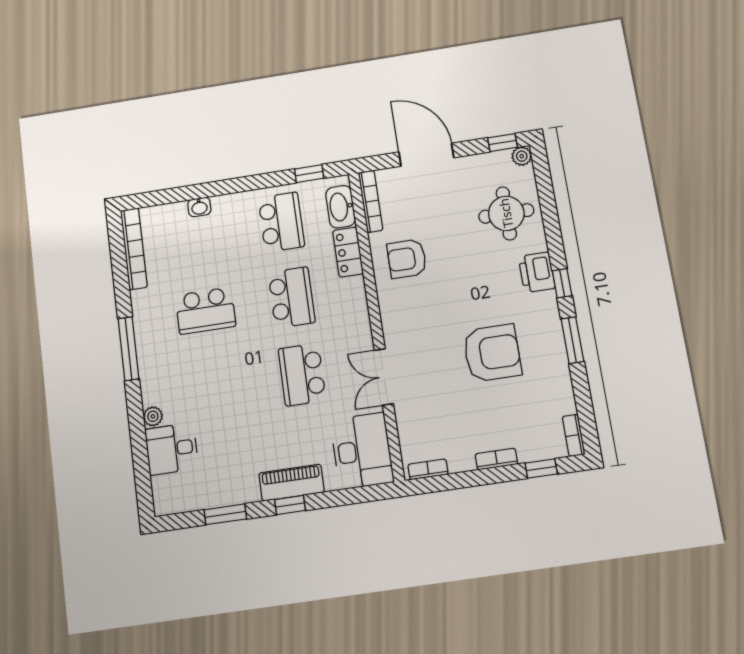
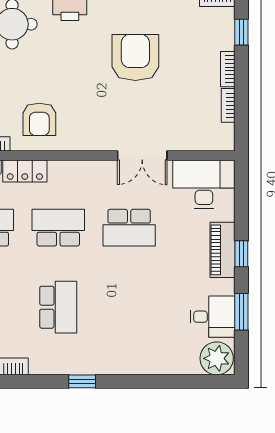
window: (128, 349) -> (82, 381), width x0.46
plant: (153, 416) -> (217, 358), moved, width x1.88, depth x1.88
desk: (172, 449) -> (213, 317), moved, turned -90
bookcase: (428, 469) -> (228, 105), moved

